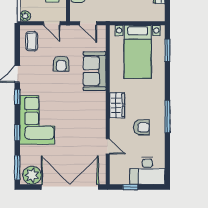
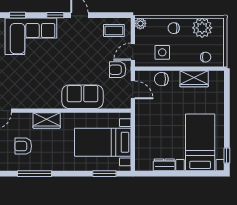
door: (88, 23) -> (133, 90), swing flipped
armchair: (61, 64) -> (118, 70), moved
armchair: (141, 127) -> (23, 146), turned 90

